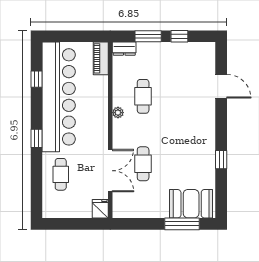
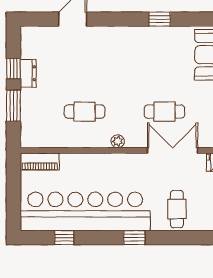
dresser: (124, 49) -> (28, 73), moved
plant: (118, 113) -> (118, 141), moved
cafe table: (61, 174) -> (177, 209), turned 90

